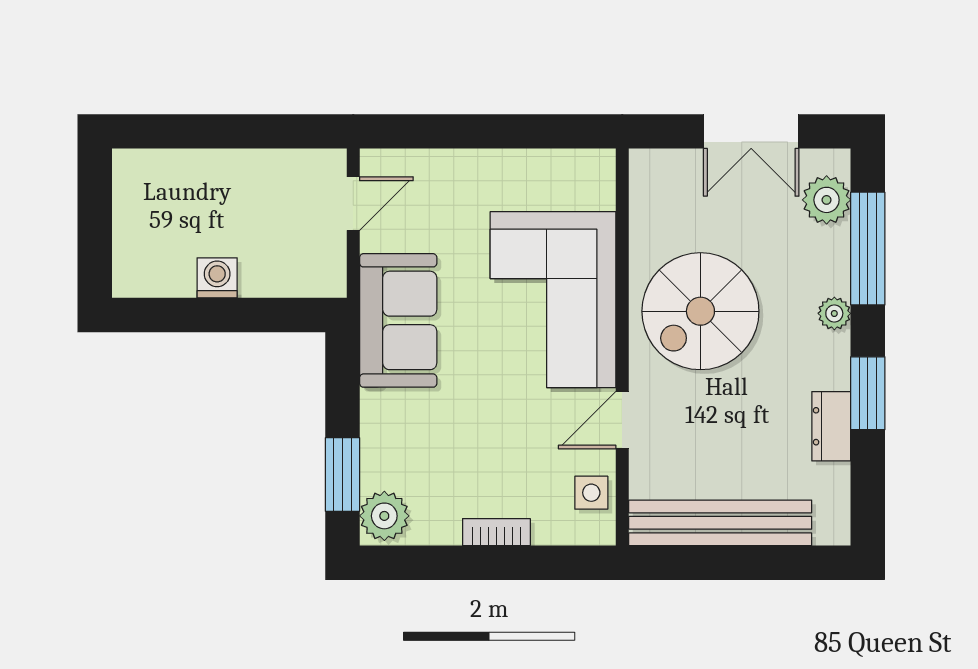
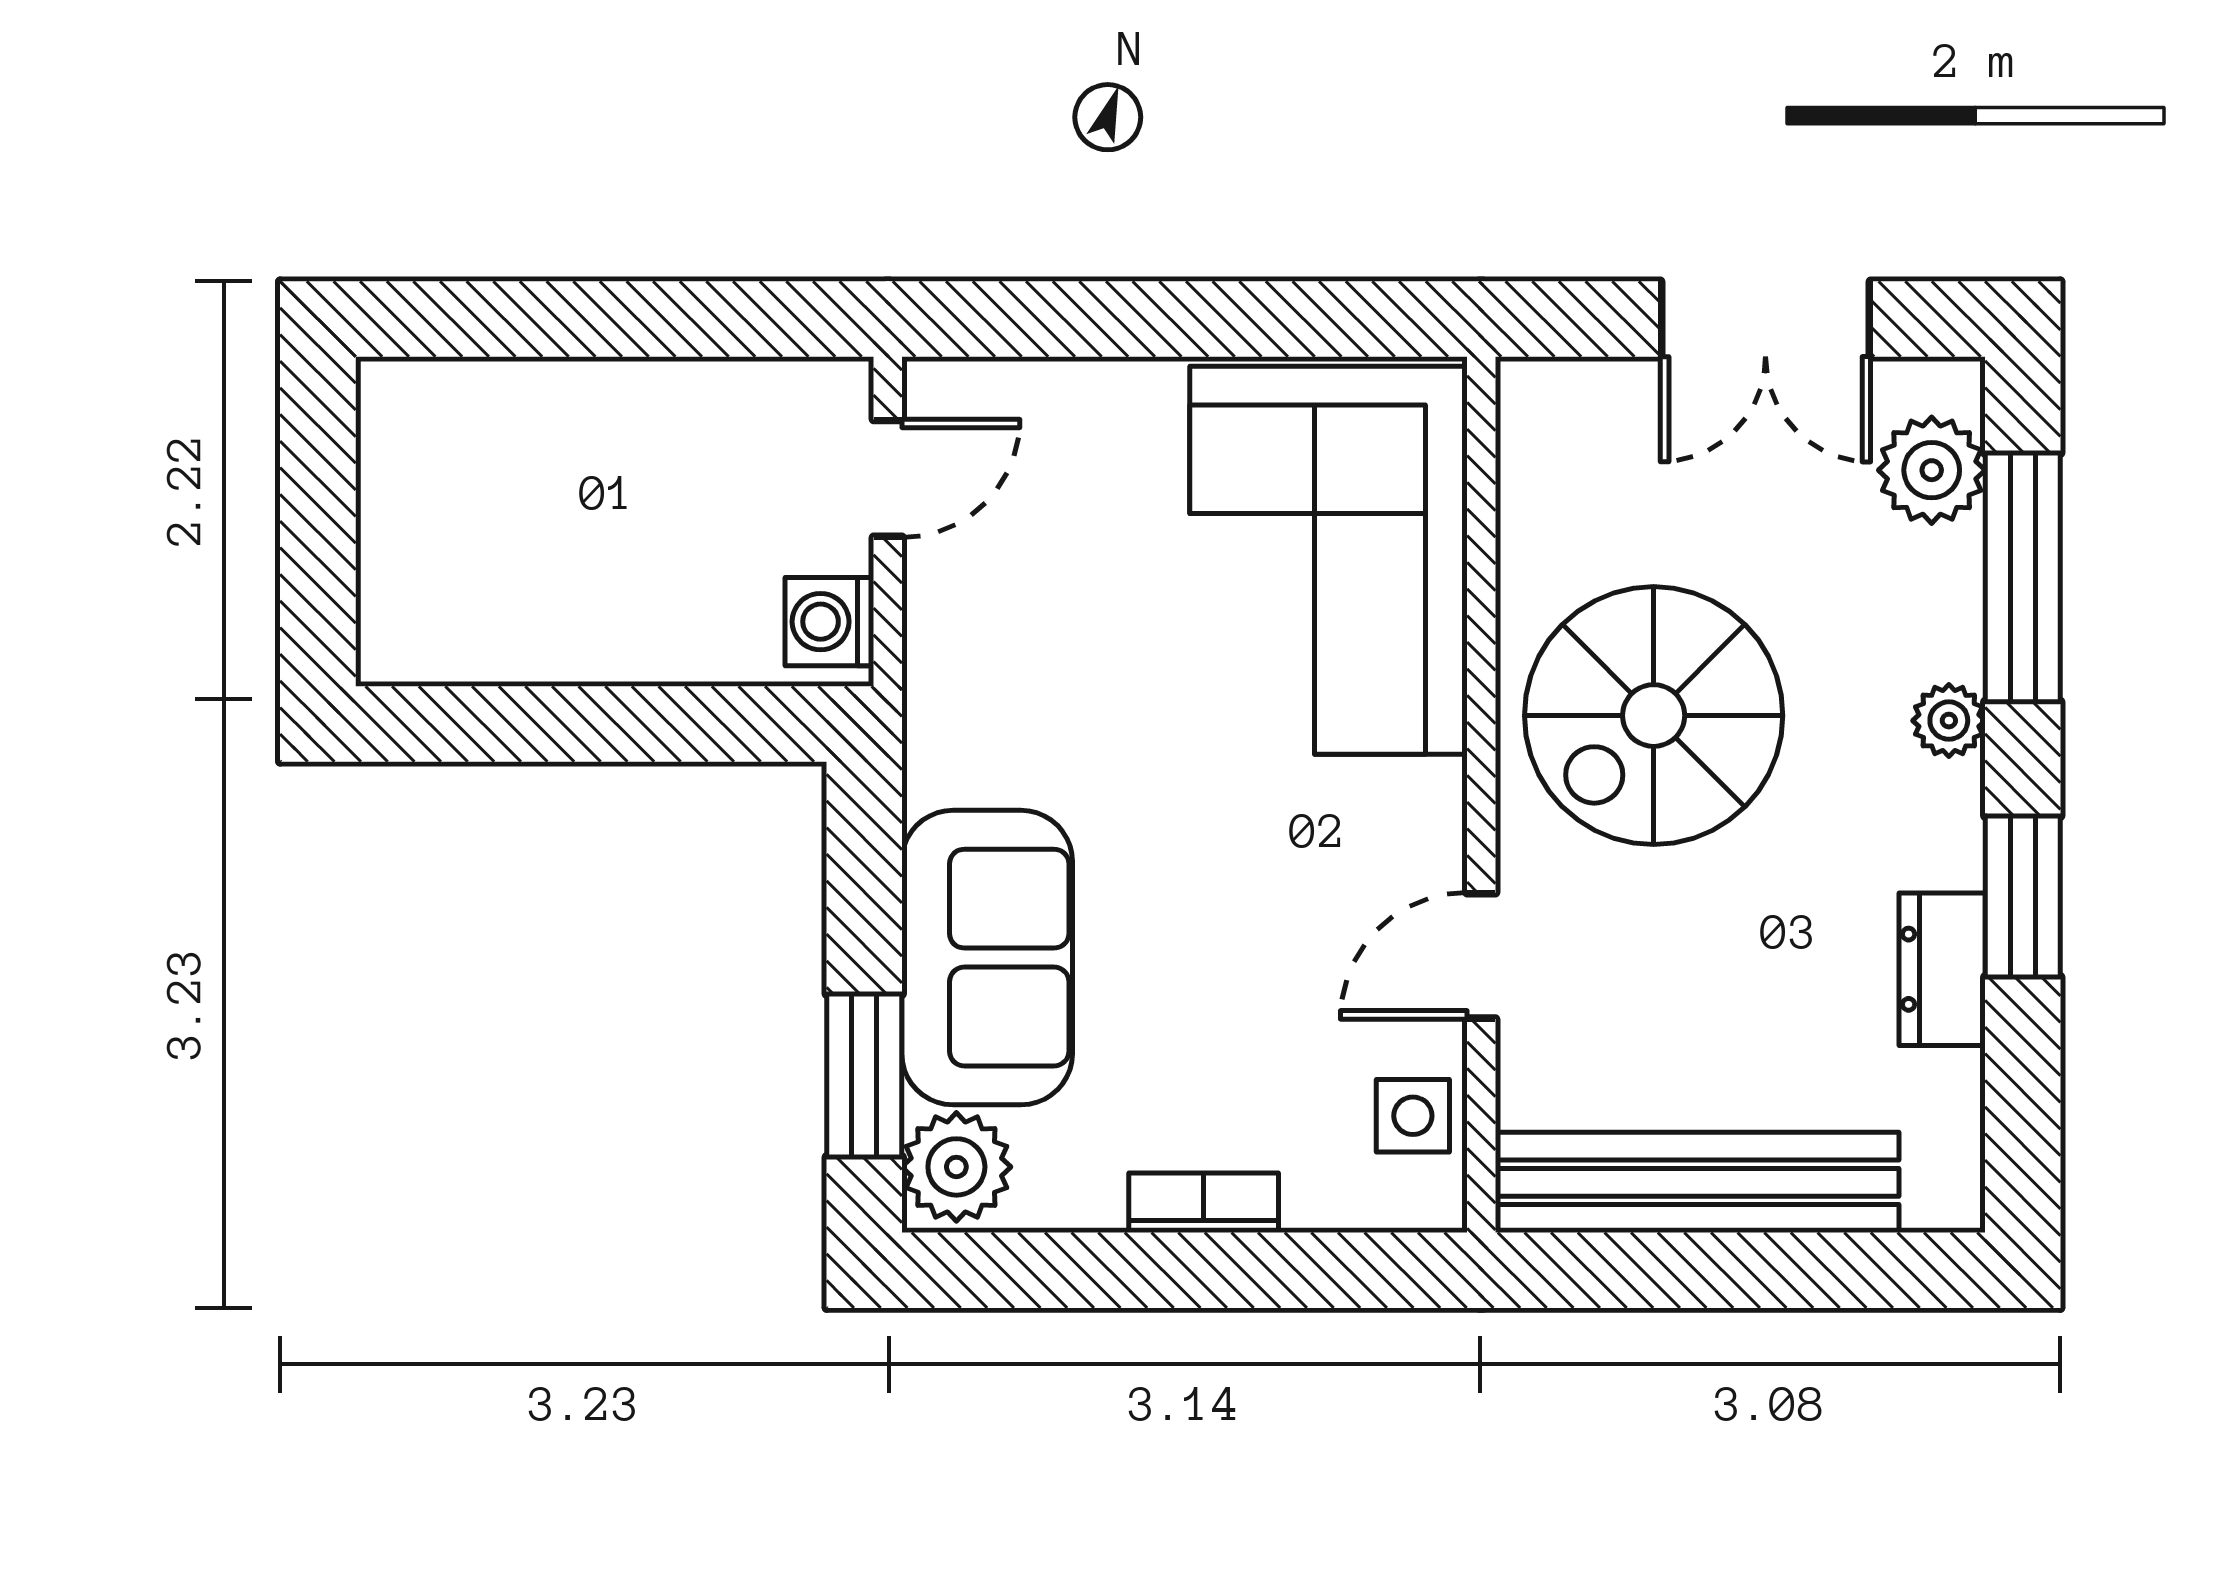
washing machine: (217, 278) -> (829, 622), moved, turned -90
corner sofa: (553, 300) -> (1328, 560), moved
sofa: (398, 320) -> (987, 958), moved

